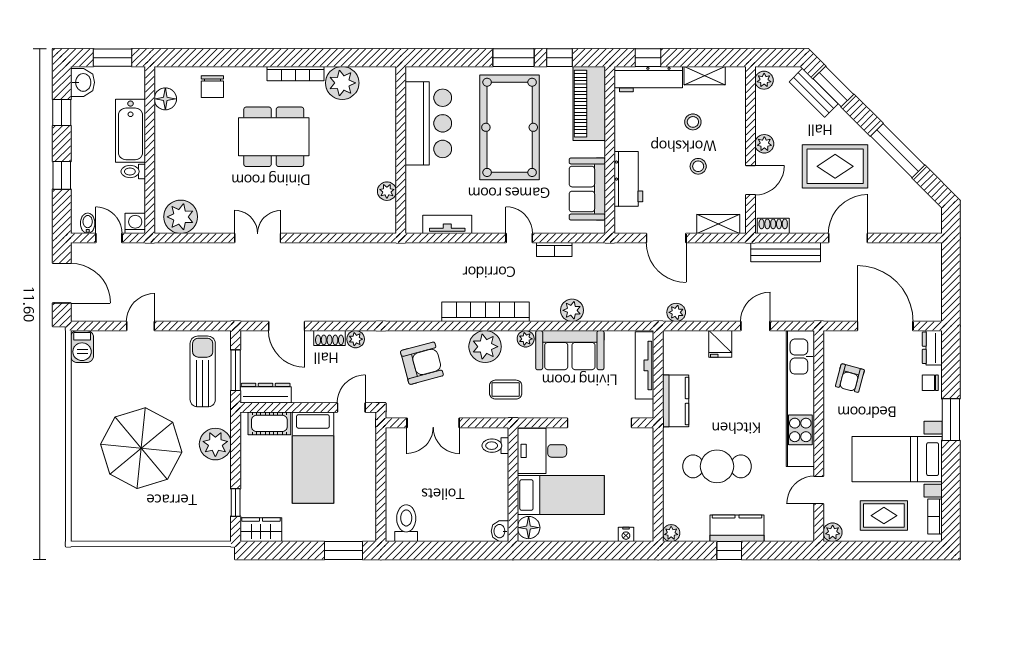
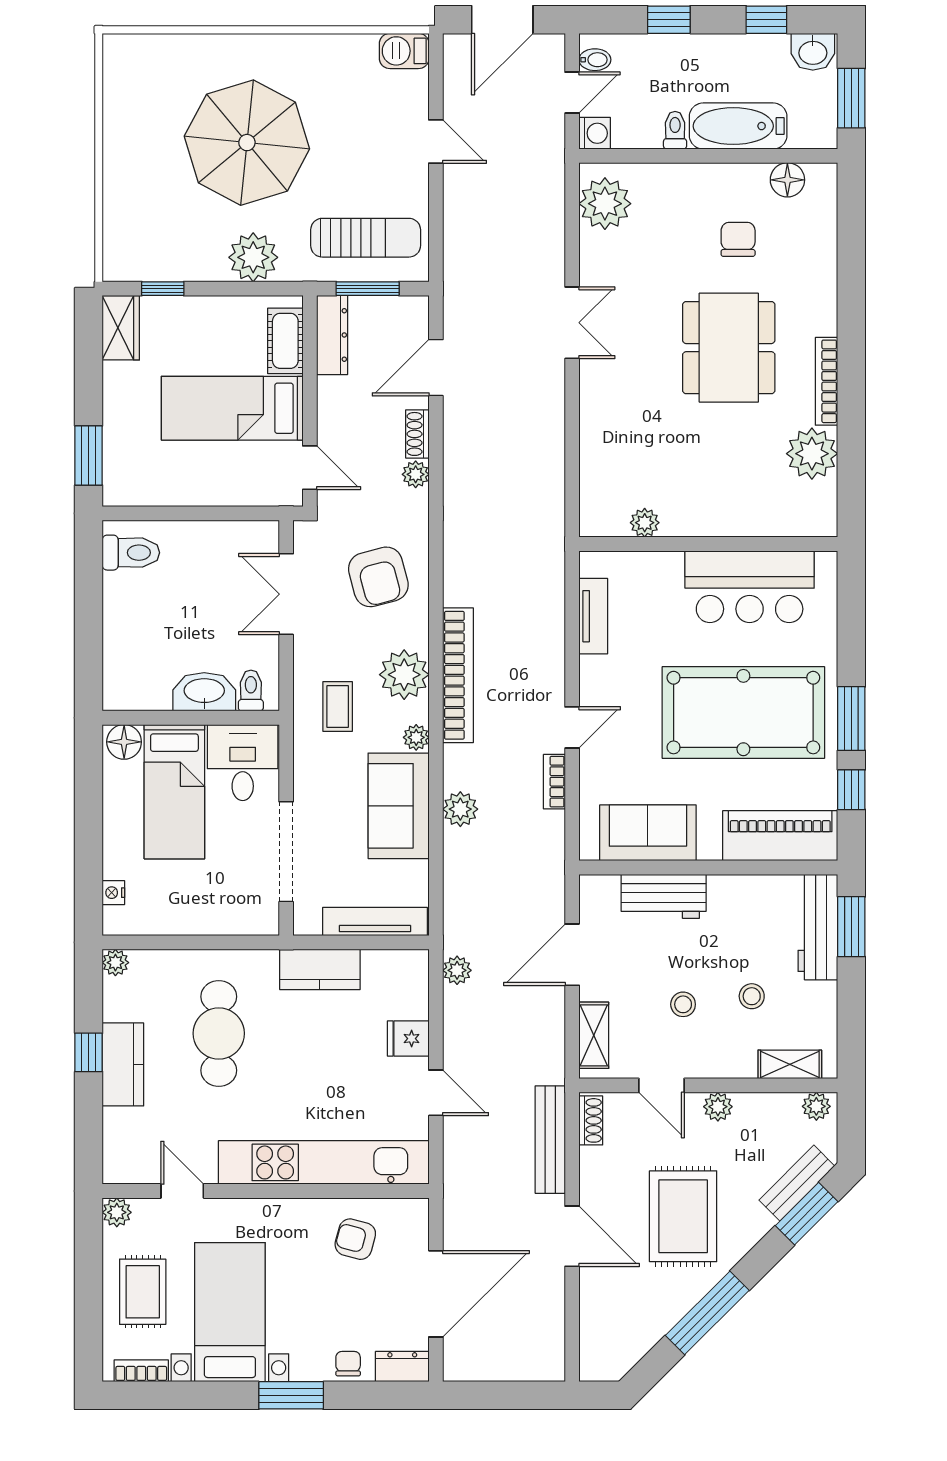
window: (648, 58) -> (851, 927), width x1.50
shelving: (705, 76) -> (790, 1064), moved, turned 90
chair: (212, 87) -> (738, 239), moved, turned 90
washbasin: (500, 531) -> (204, 692), moved, width x1.91, depth x1.45

